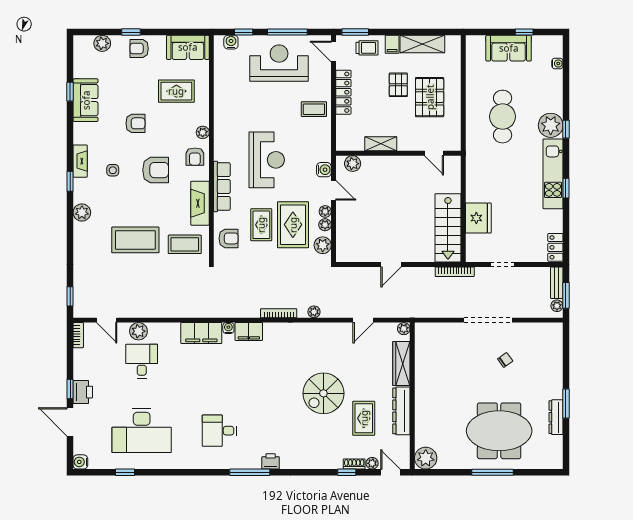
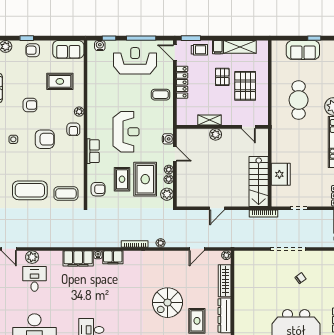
plant: (353, 164) -> (216, 134), moved
row of seats: (222, 186) -> (93, 151), width x0.68
fireplace: (200, 203) -> (77, 163), removed

